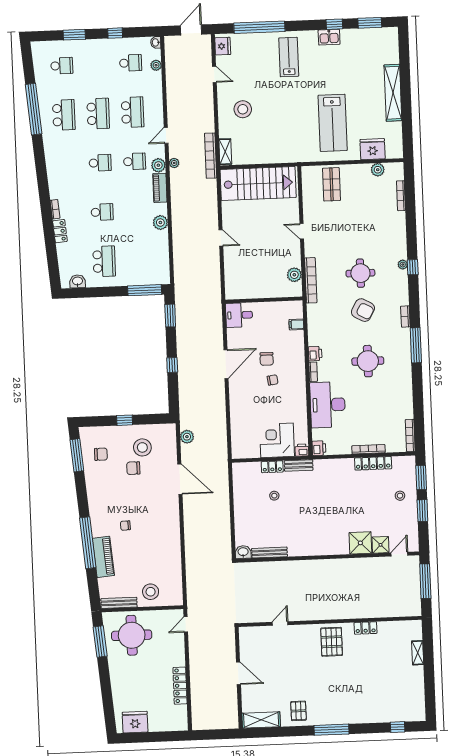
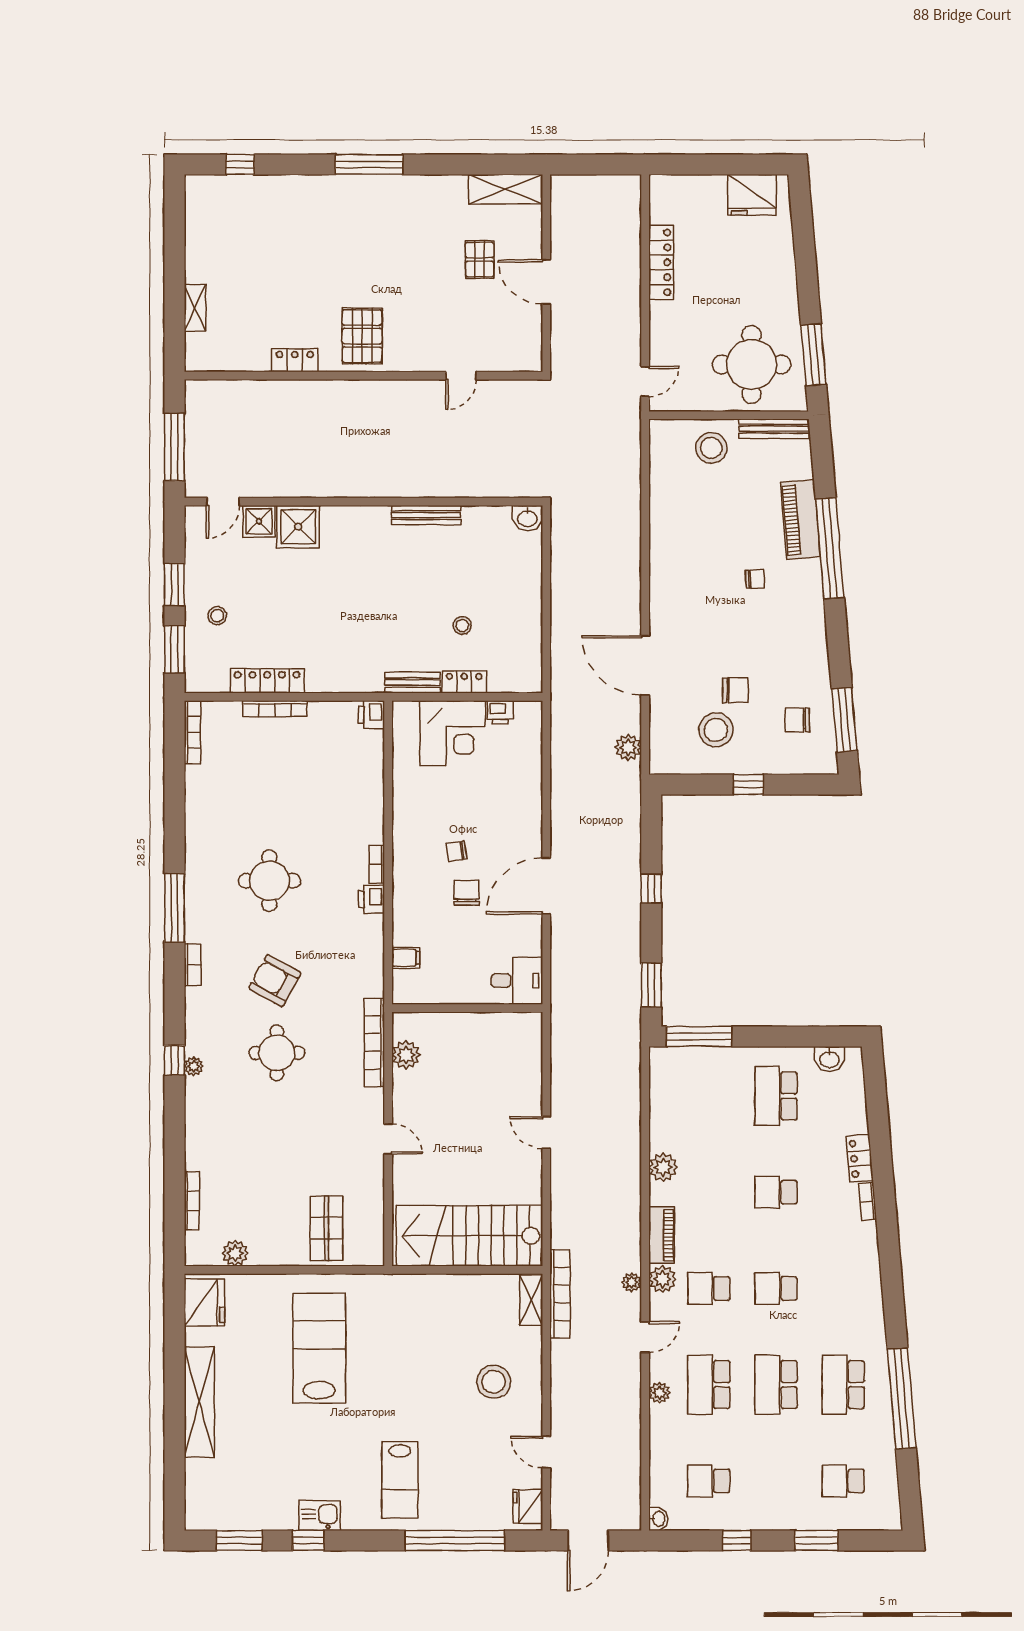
plant: (156, 65) -> (659, 1393), moved
fridge: (373, 149) -> (204, 1303), moved, turned -90
desk: (328, 405) -> (351, 799), removed
printer: (302, 450) -> (500, 712), moved
bench: (269, 553) -> (426, 515), moved
pallet: (298, 711) -> (480, 260), moved

